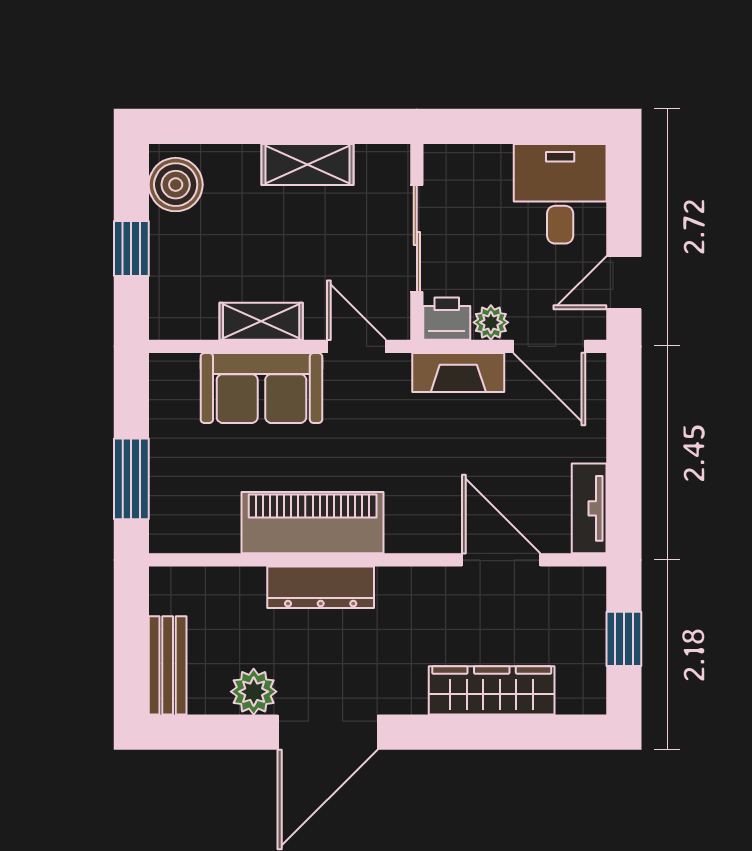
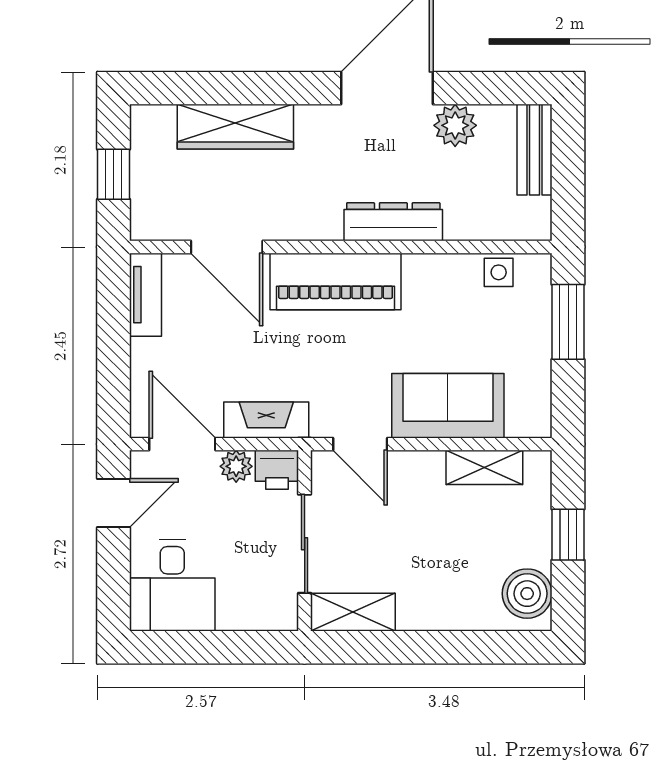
shelving: (307, 164) -> (353, 612), moved
shelving: (261, 321) -> (484, 467), moved
piano: (313, 523) -> (336, 281), moved
side table: (207, 533) -> (499, 272), added

